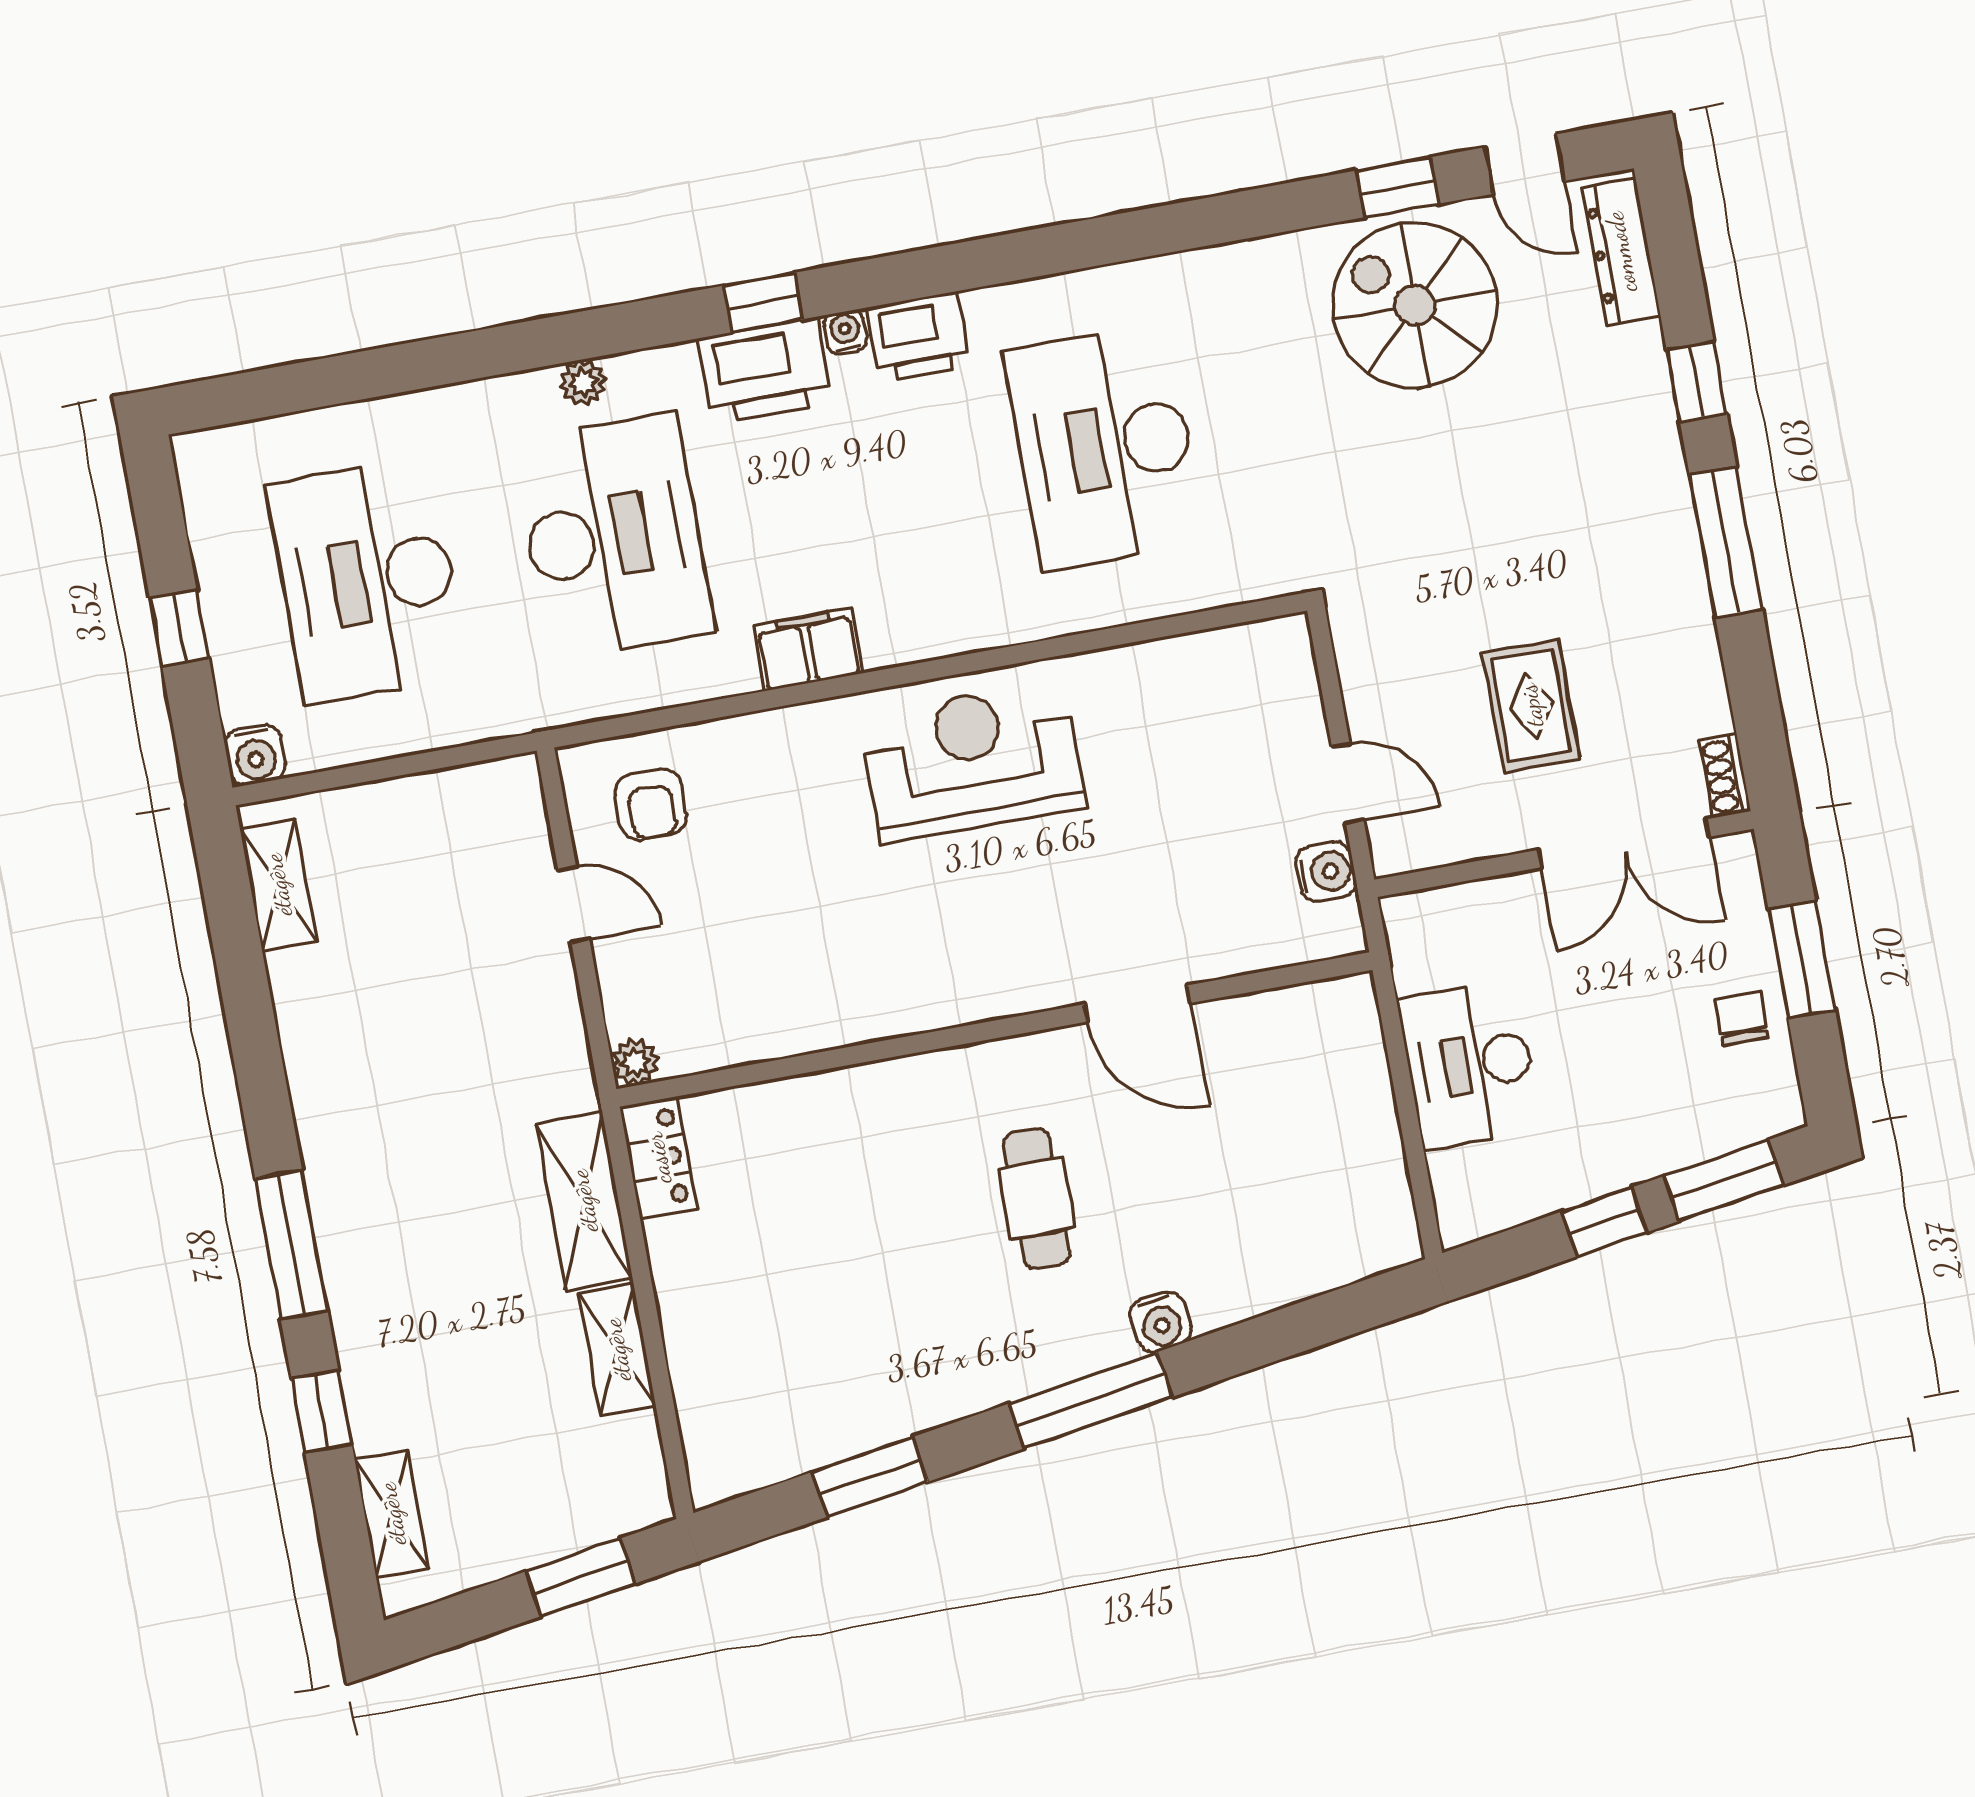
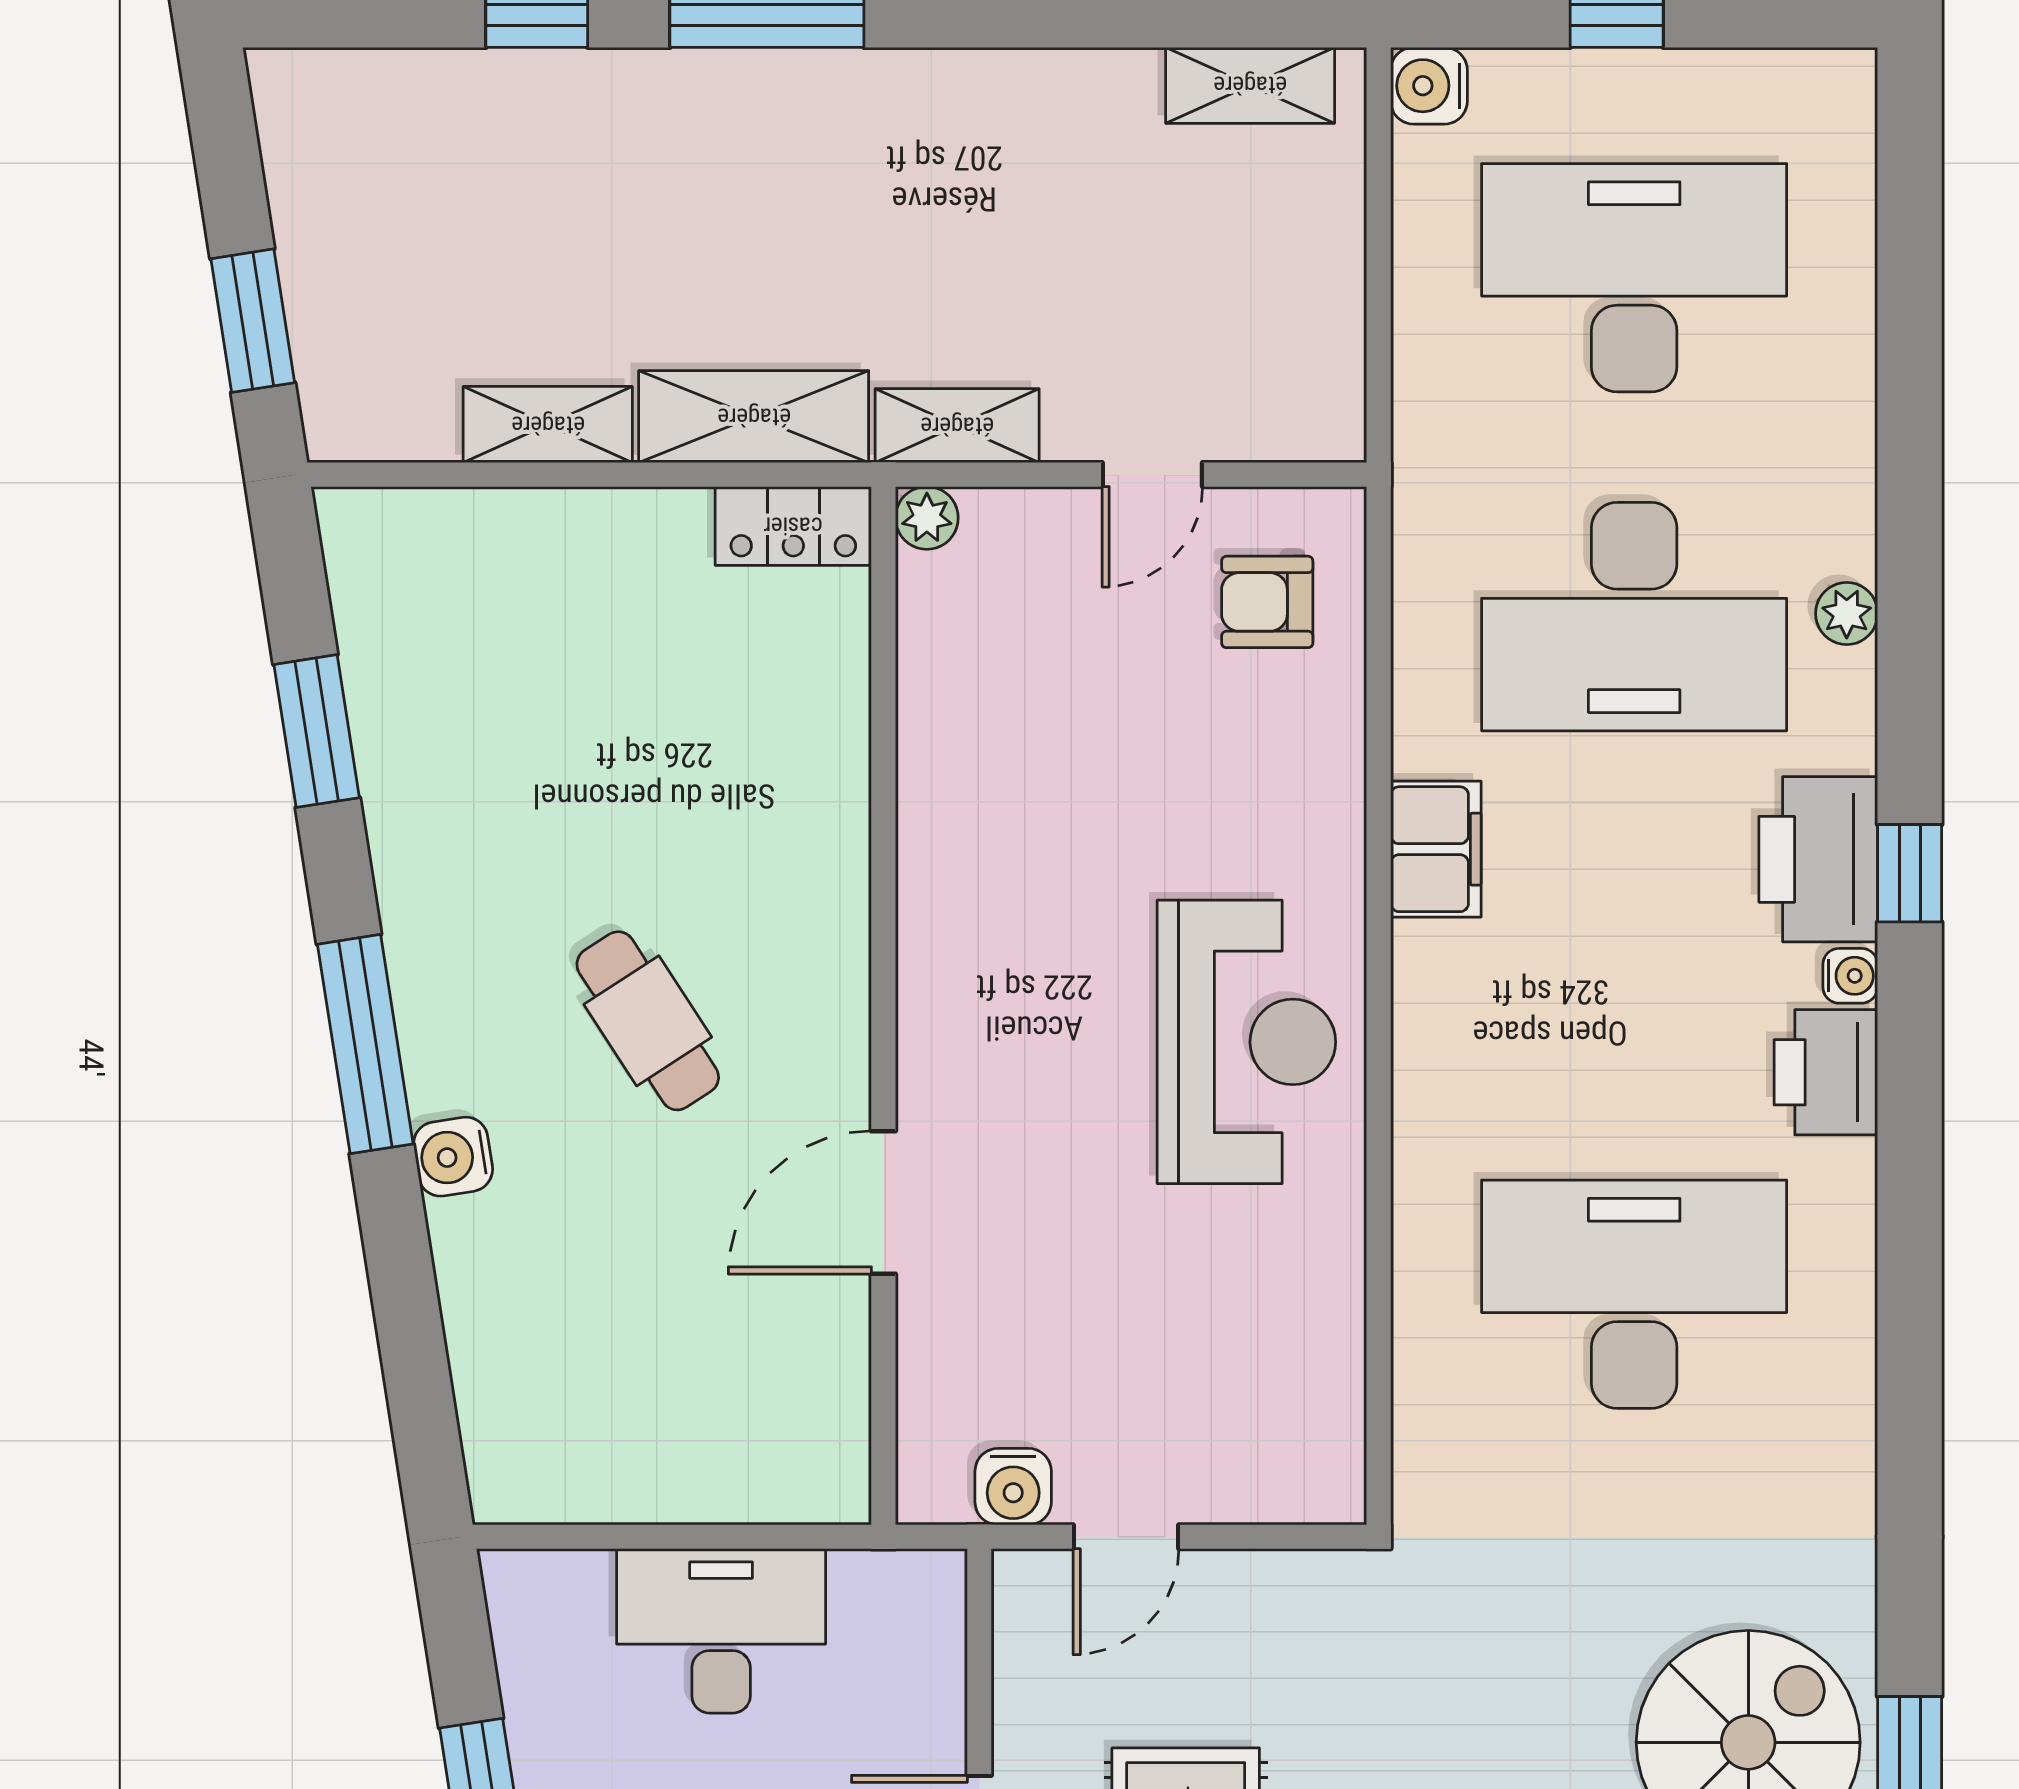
cafe table: (1037, 1198) -> (648, 1021), turned 57
shelving: (392, 1514) -> (957, 426), moved

